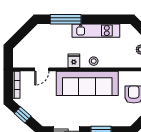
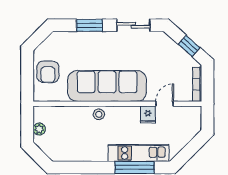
kitchen unit: (96, 31) -> (139, 153), moved
fridge: (74, 61) -> (148, 115), moved

